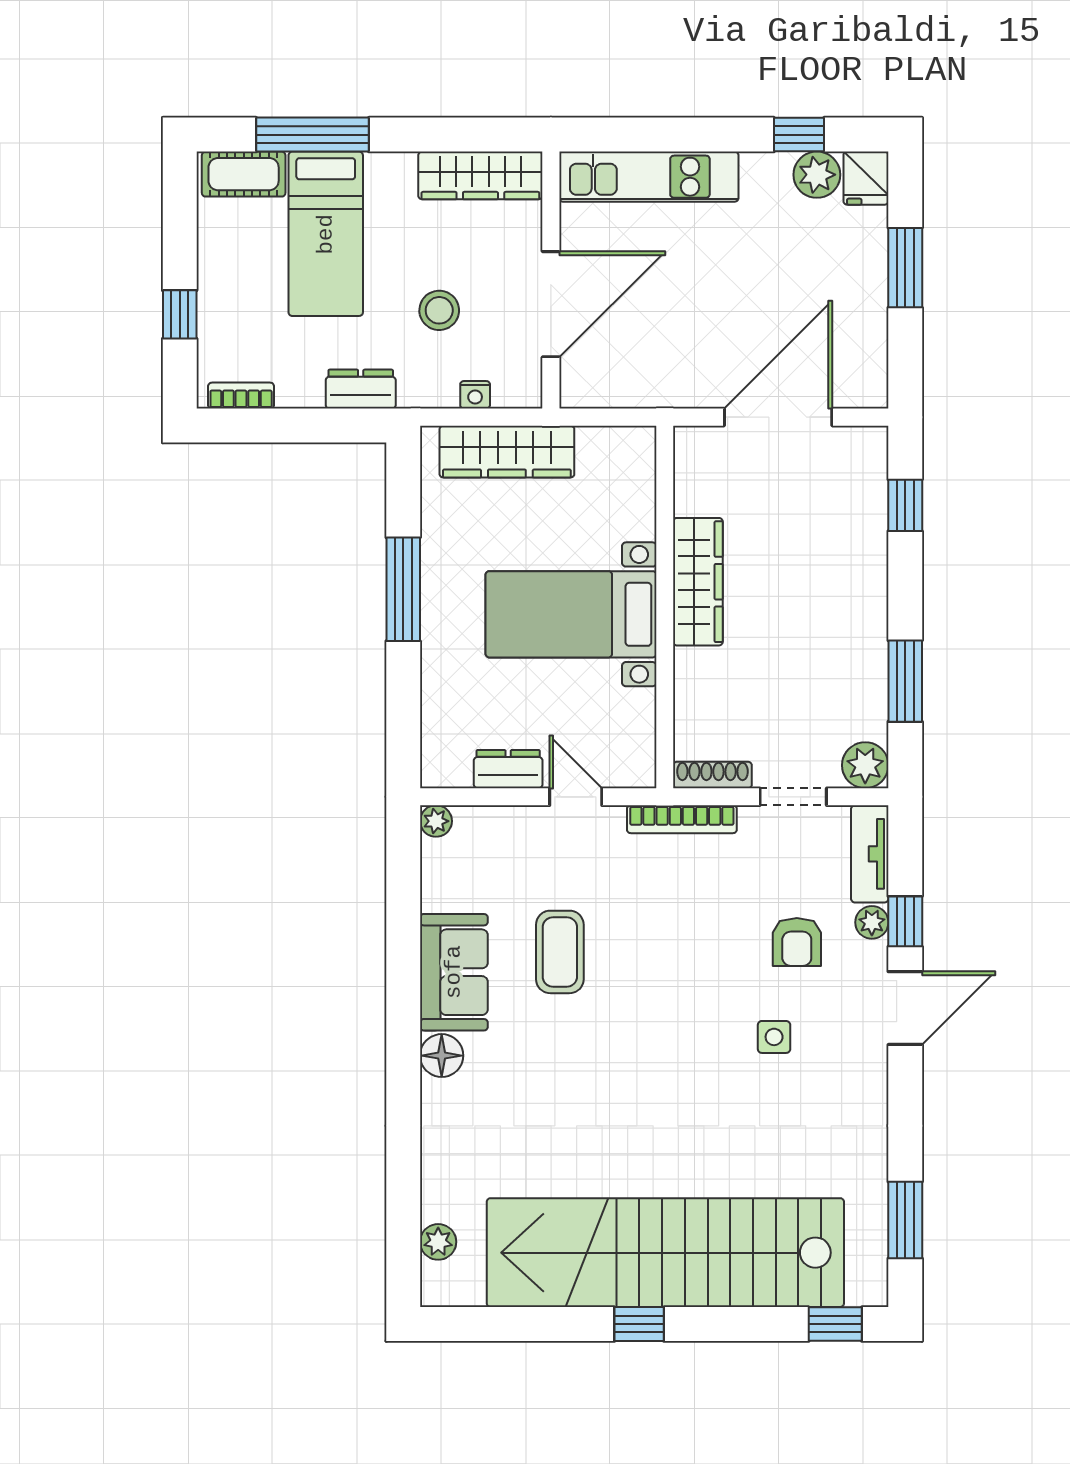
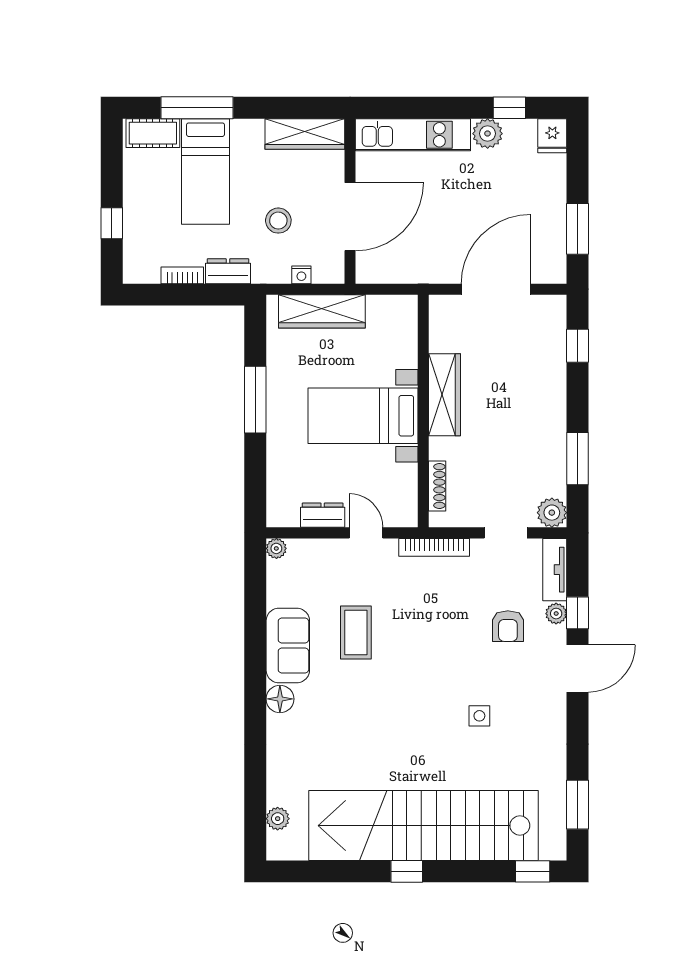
plant: (817, 175) -> (488, 134), moved
window: (905, 268) -> (578, 229), moved
bookcase: (241, 396) -> (182, 275), moved
shoe rack: (712, 775) -> (437, 486), moved, turned 90
side table: (774, 1037) -> (479, 716), moved

